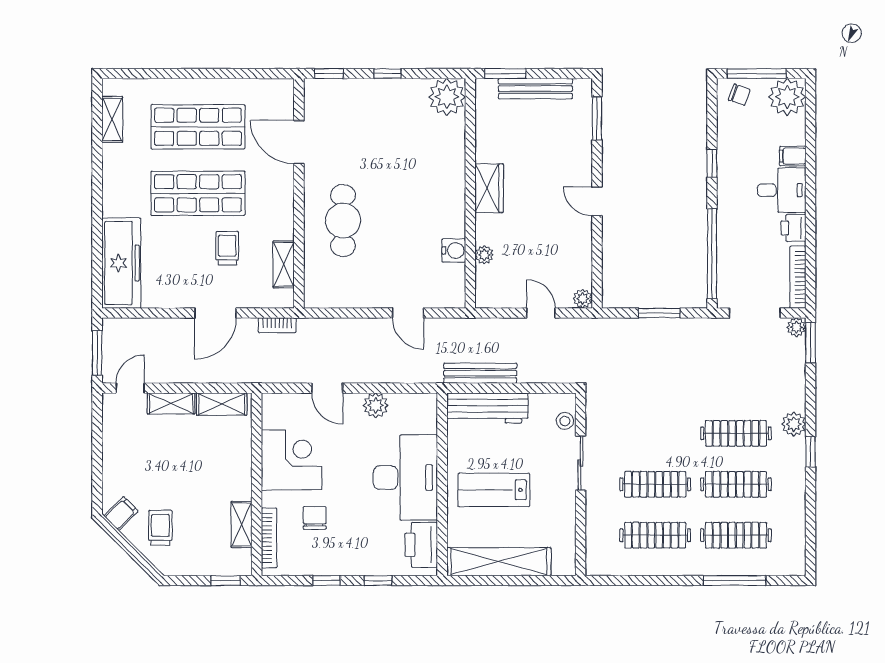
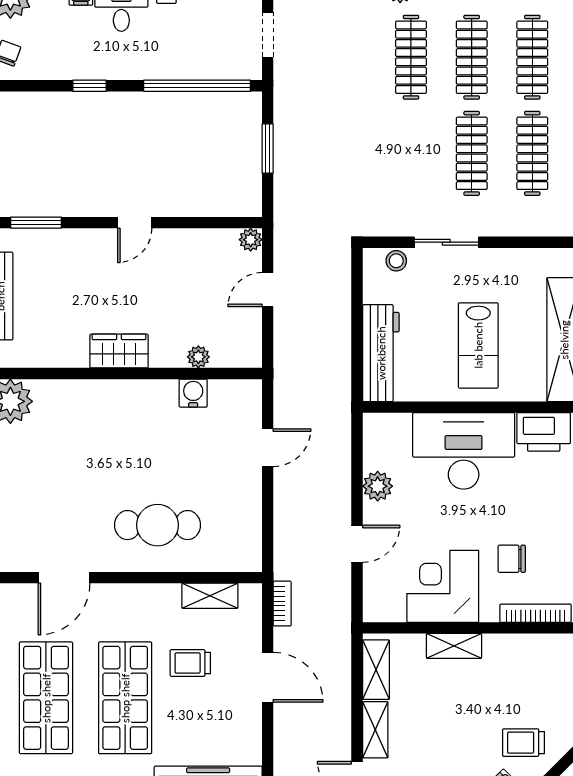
doorway: (755, 313) -> (268, 35), width x0.73
bench: (480, 373) -> (339, 362), removed
shelving: (242, 524) -> (454, 646), moved

